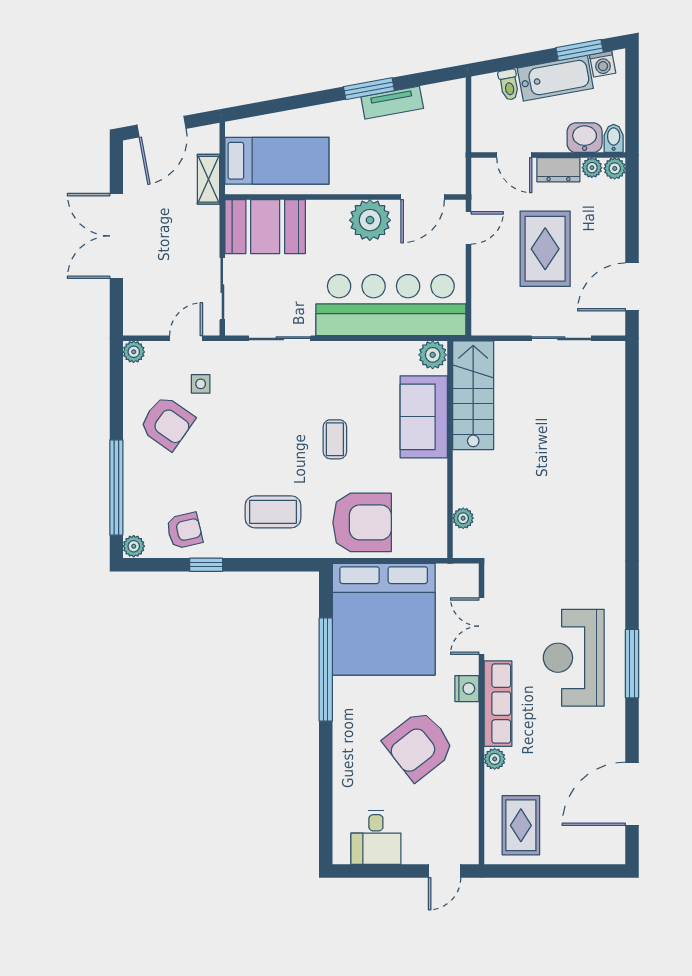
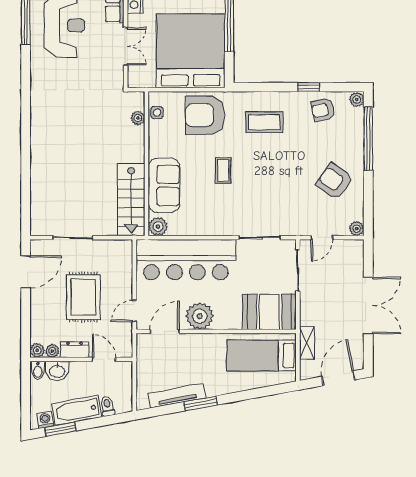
tv unit: (392, 103) -> (177, 396), width x1.41
side table: (201, 384) -> (157, 112), moved

